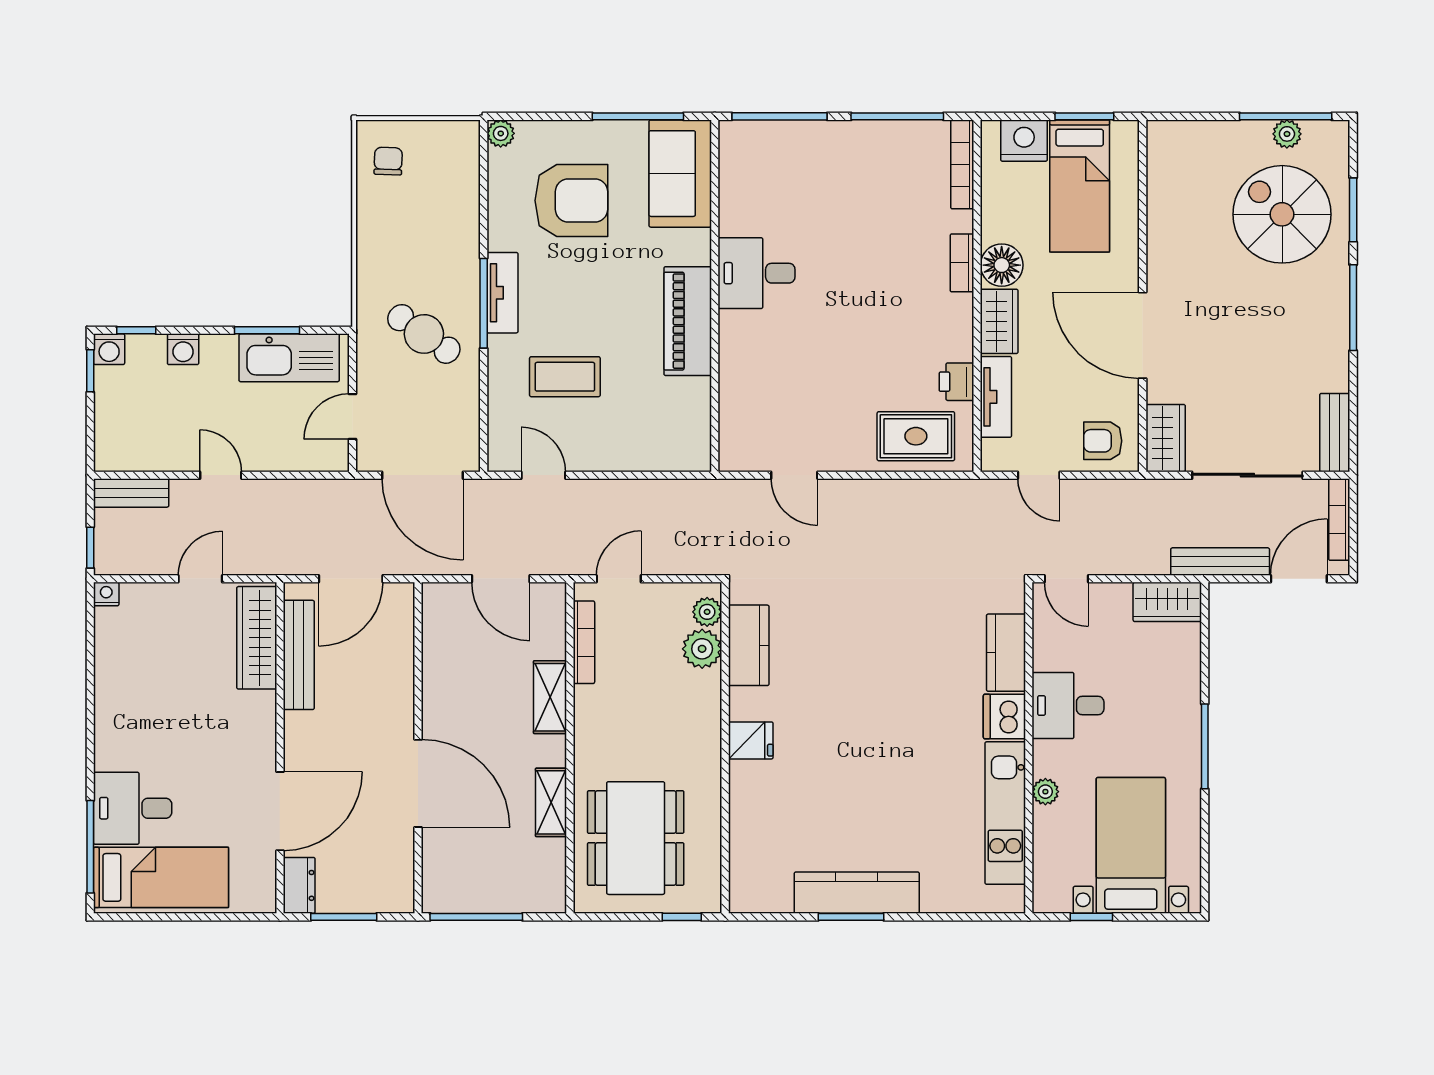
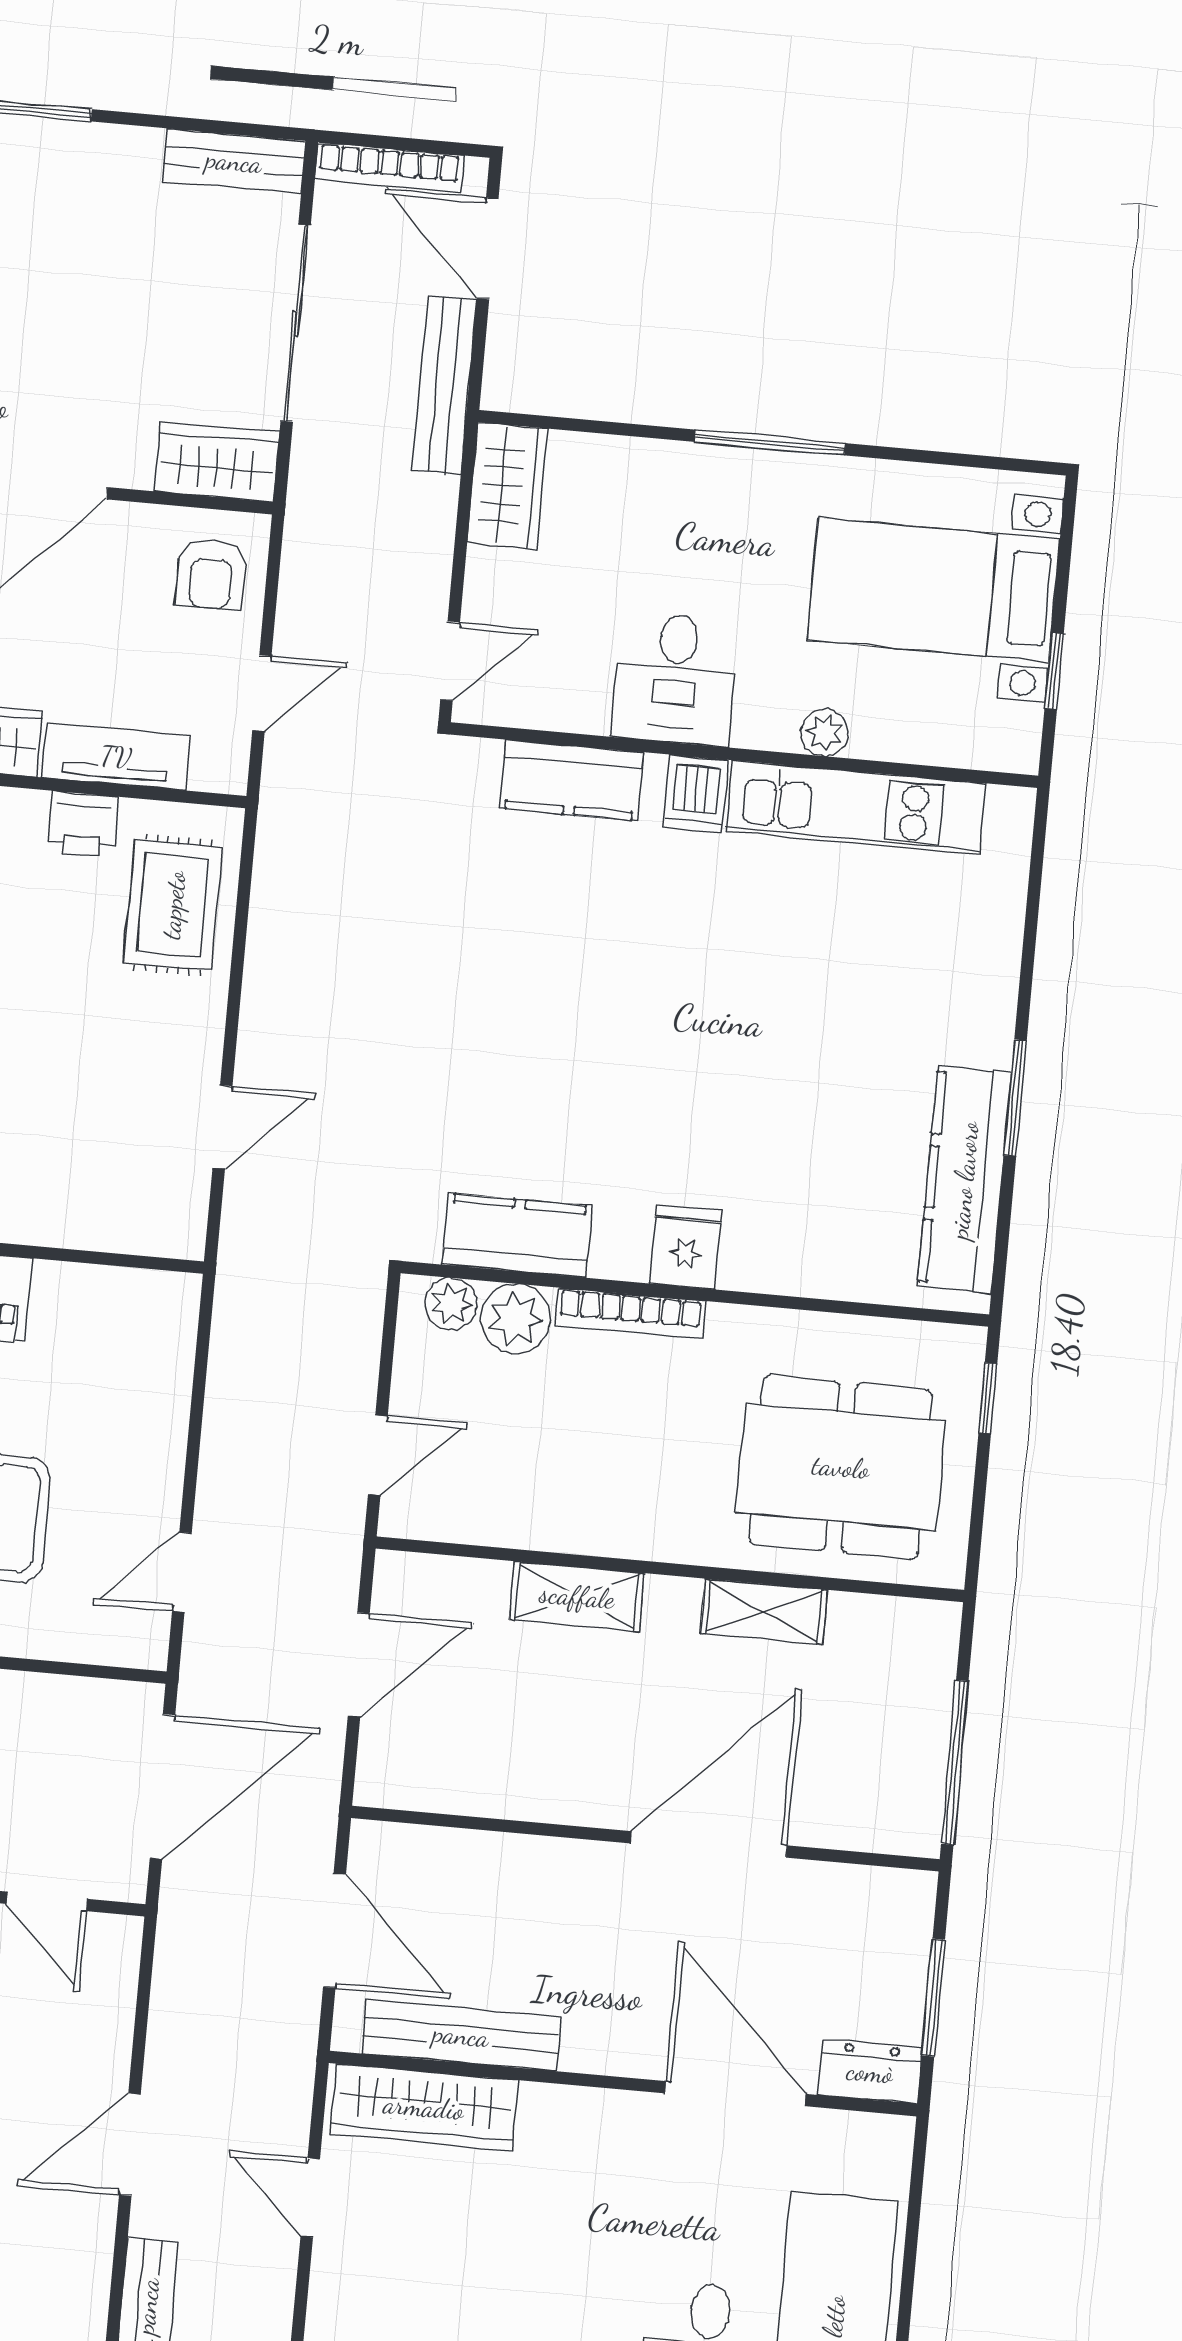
door: (221, 475) -> (130, 2145), width x1.38
door: (619, 579) -> (378, 1455), swing flipped
bookcase: (584, 642) -> (630, 1313), moved, turned 180
dishwasher: (1004, 717) -> (695, 794), width x0.73
kitchen counter: (857, 893) -> (964, 1180), moved

